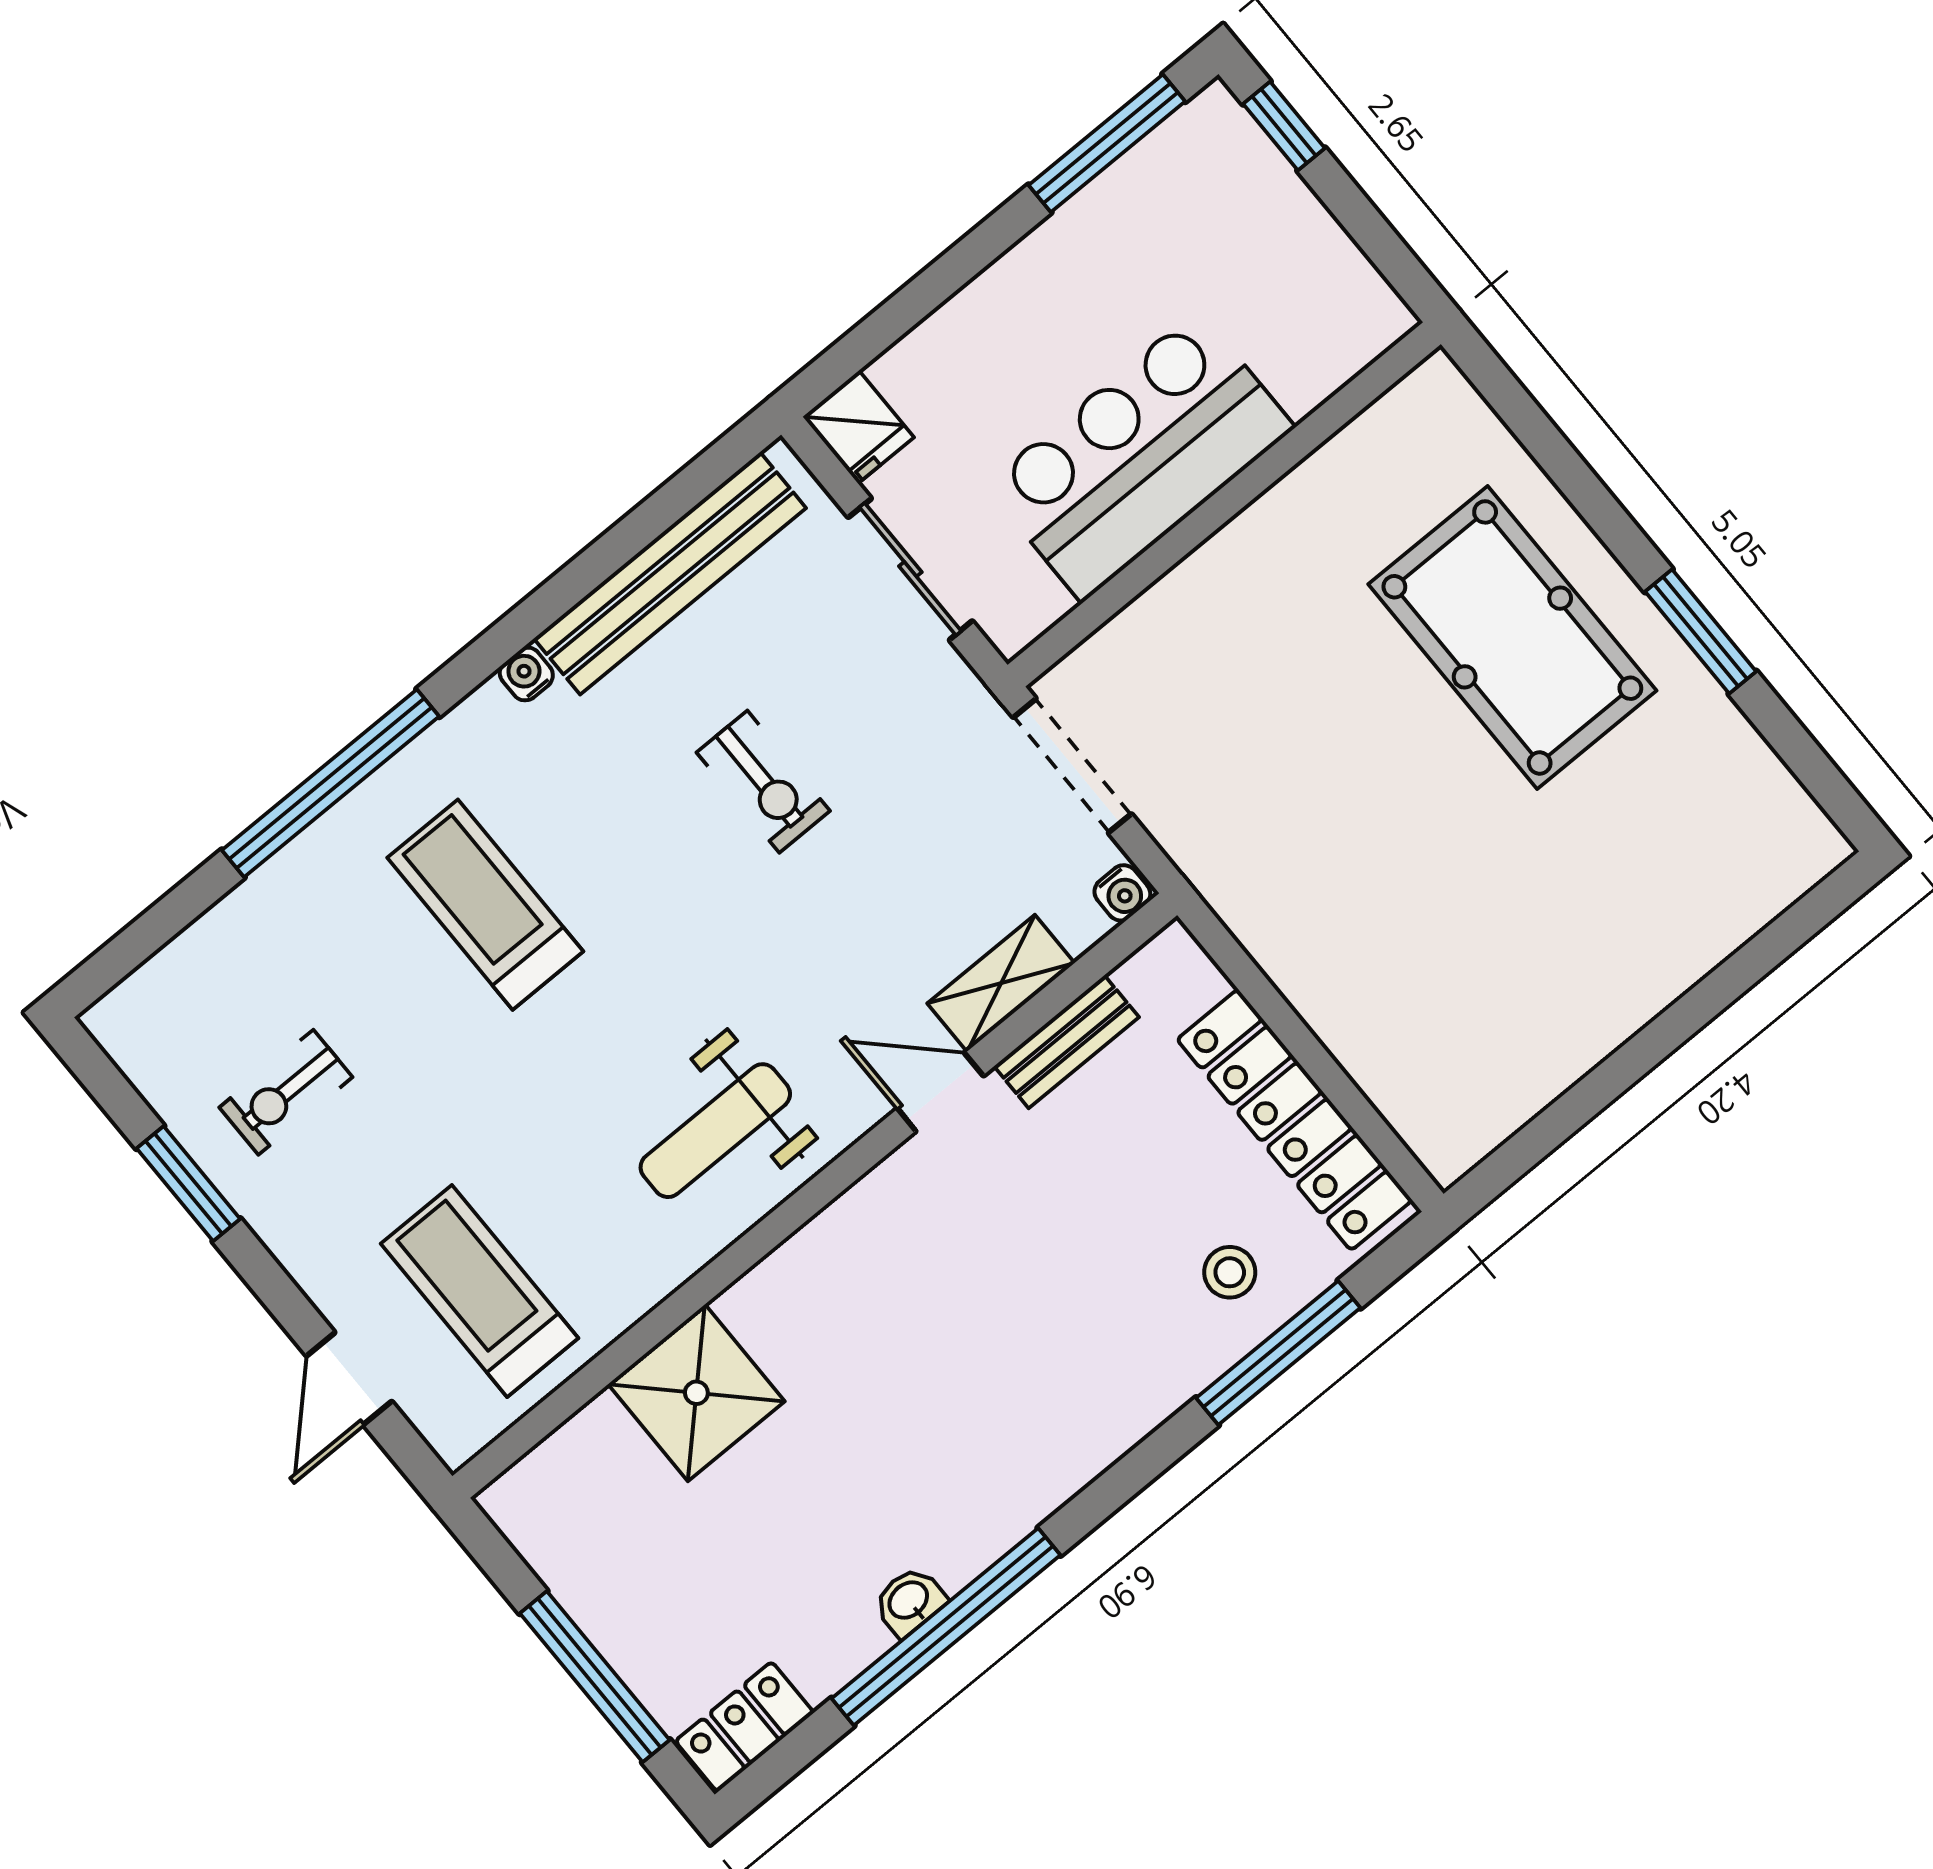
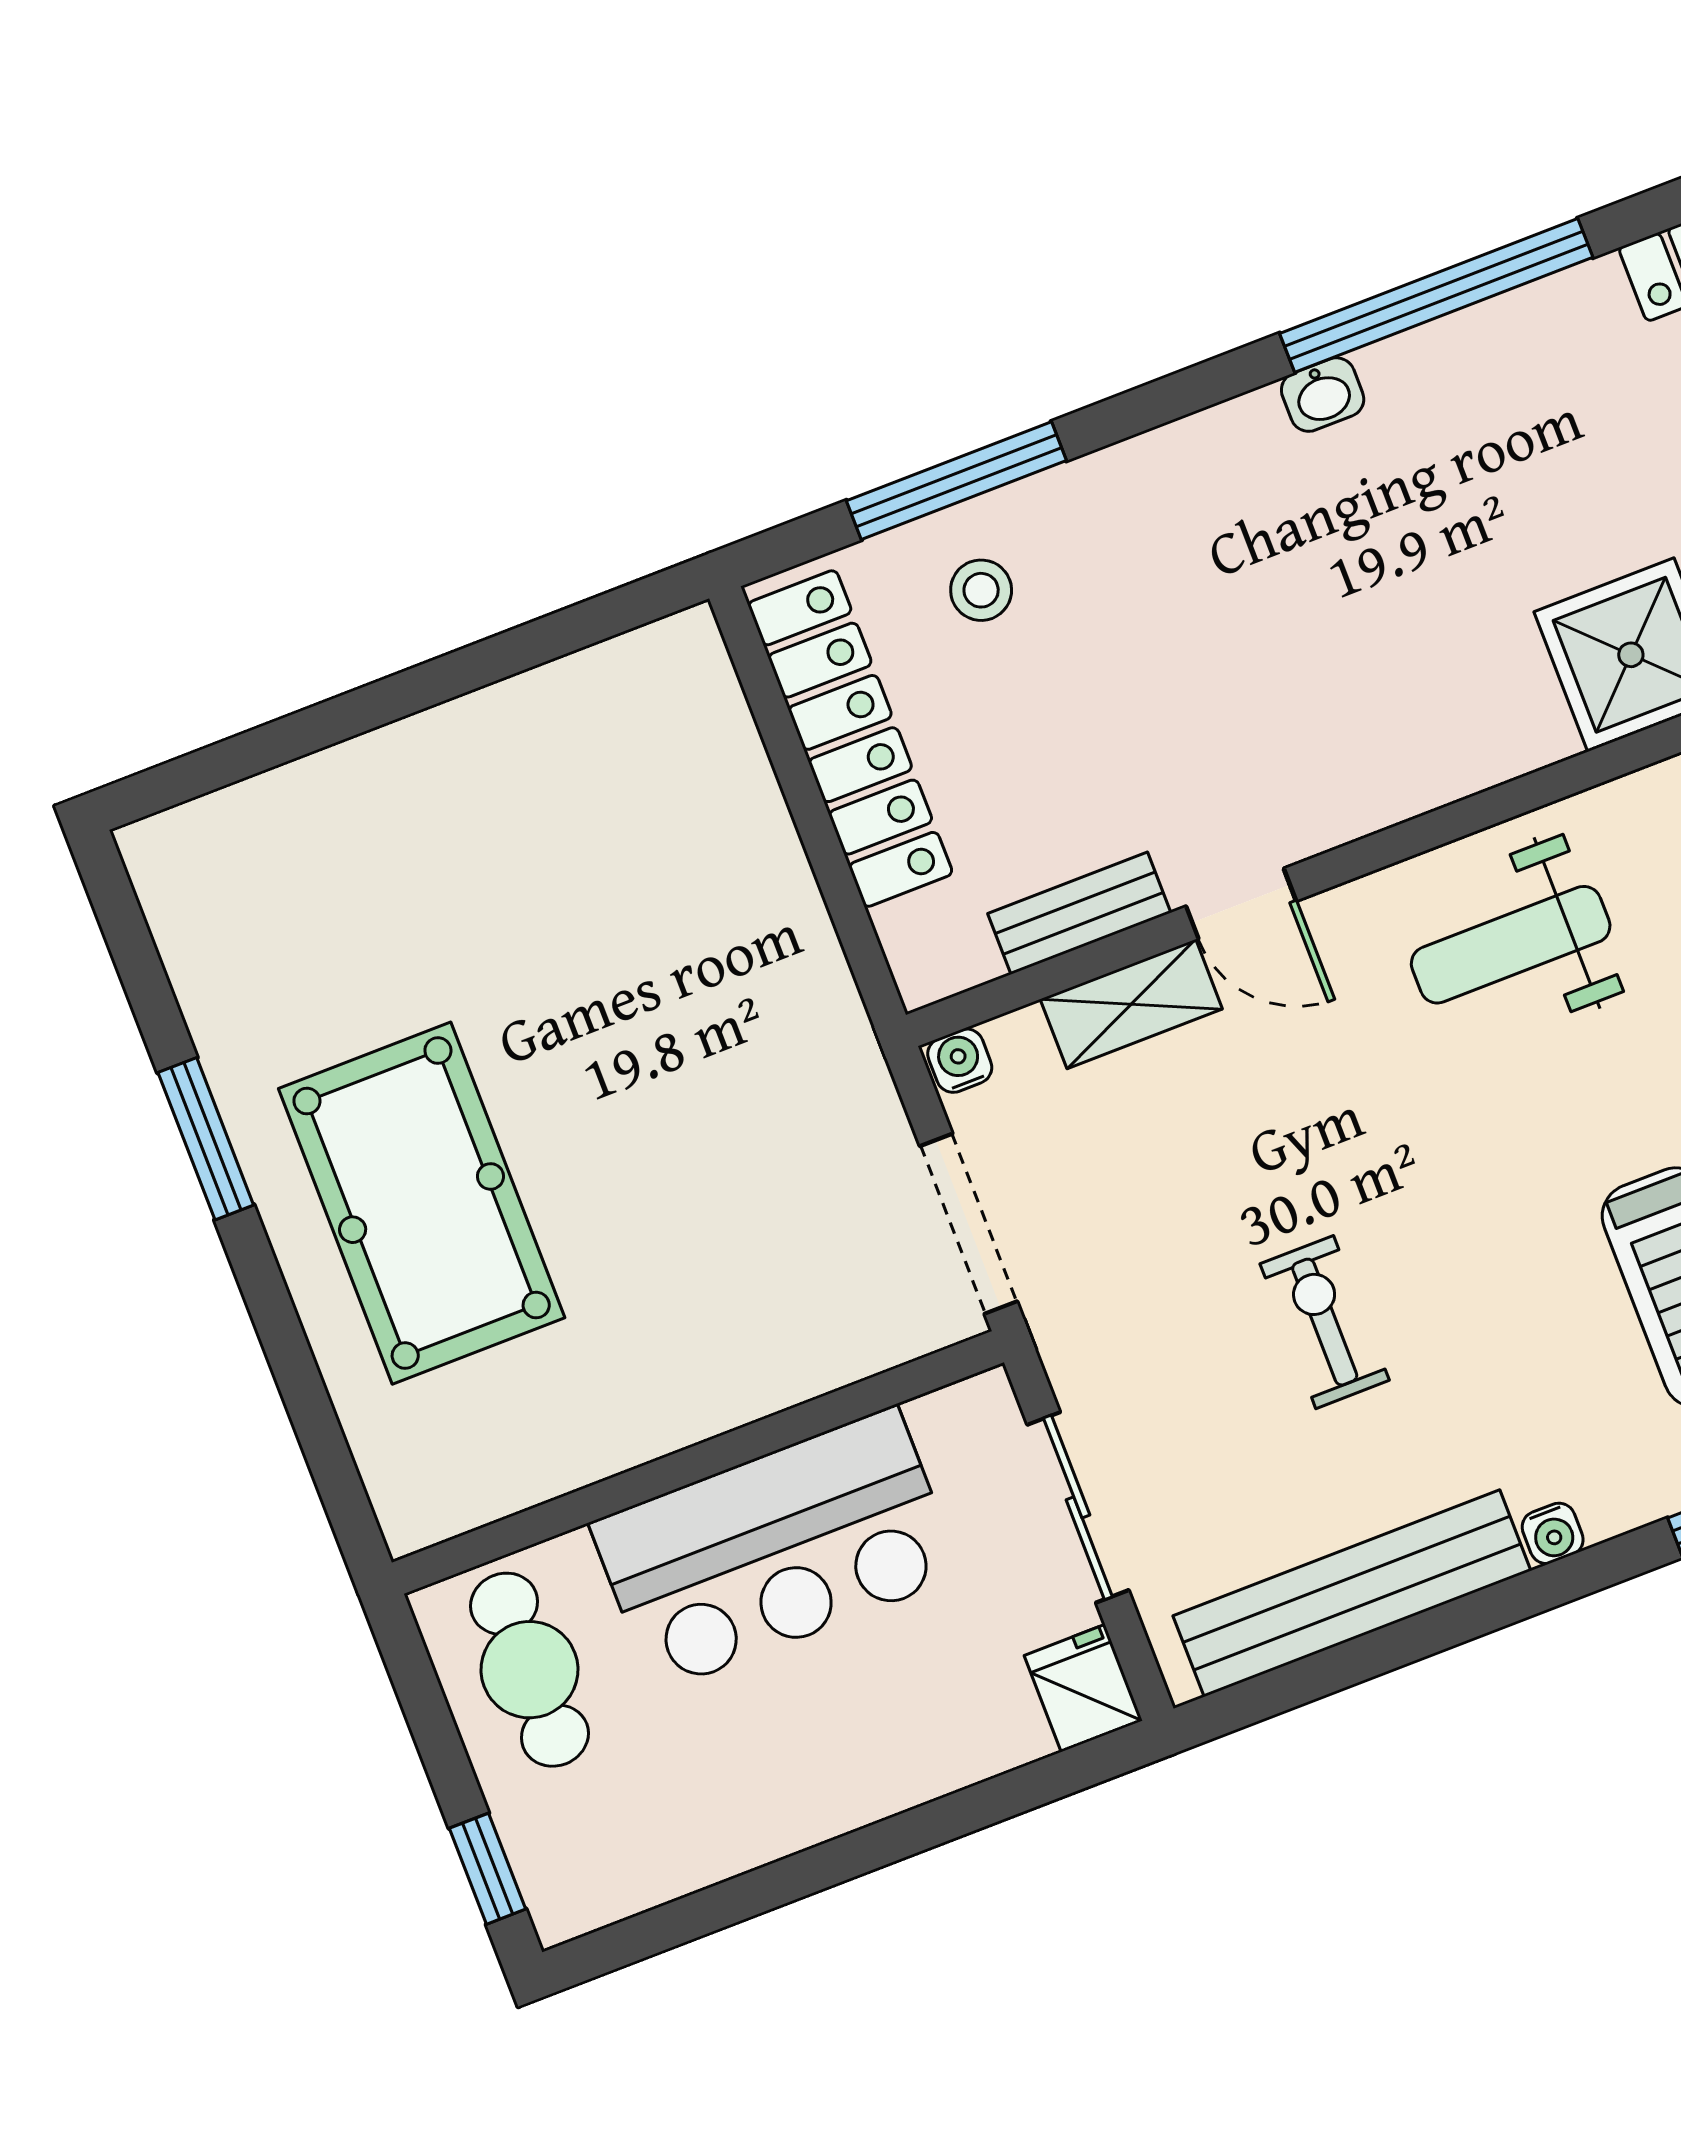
window: (1107, 143) -> (695, 1916), removed
cafe table: (1303, 295) -> (529, 1670), added
weight bench: (715, 1131) -> (1511, 945), turned 180
washbasin: (909, 1601) -> (1323, 395), moved

